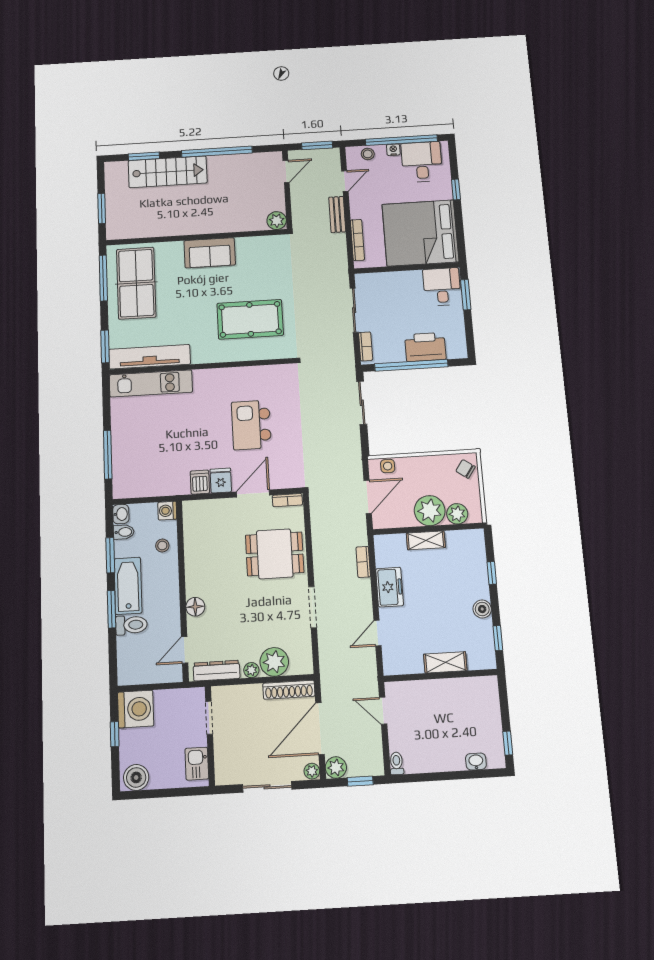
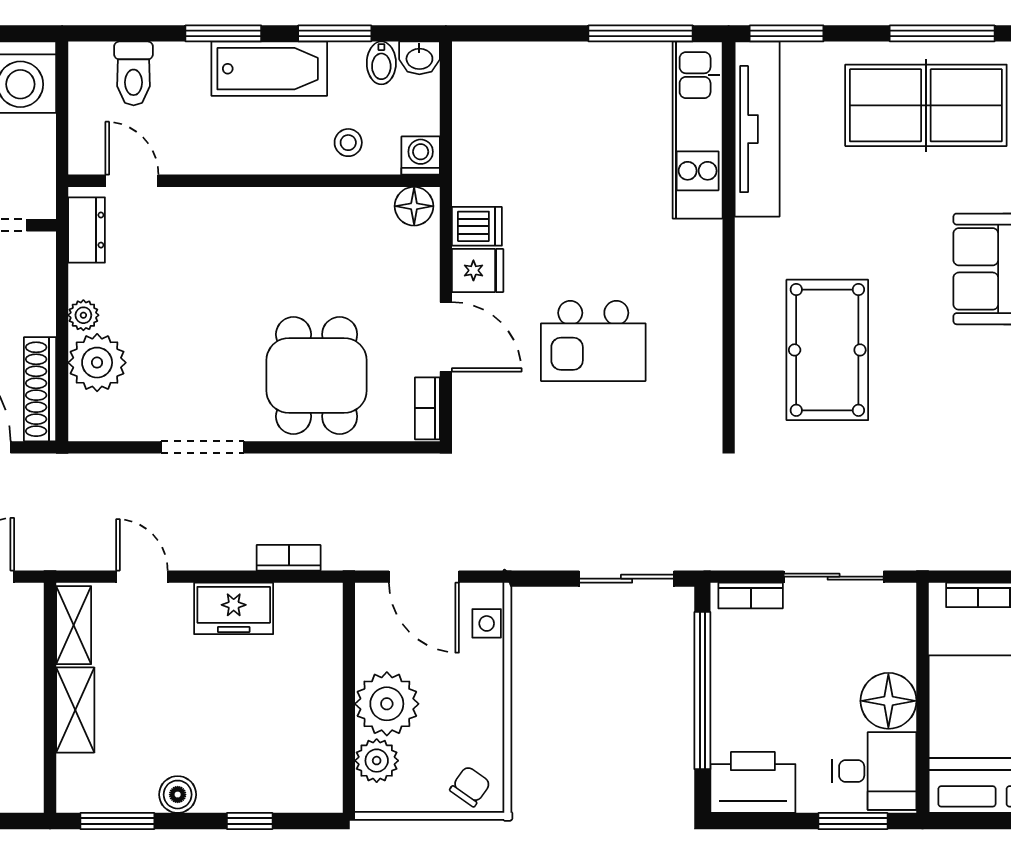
floor lamp: (409, 283) -> (888, 701), added
printer: (425, 347) -> (753, 782), moved, turned -90
kitchen island: (251, 425) -> (593, 341), turned 180
window: (108, 455) -> (641, 33), moved
shelving: (426, 540) -> (74, 625), moved
floor lamp: (195, 607) -> (414, 206), moved
toilet: (131, 625) -> (134, 73), moved
window: (498, 638) -> (117, 821), width x1.50
dresser: (217, 671) -> (87, 230), width x0.70

